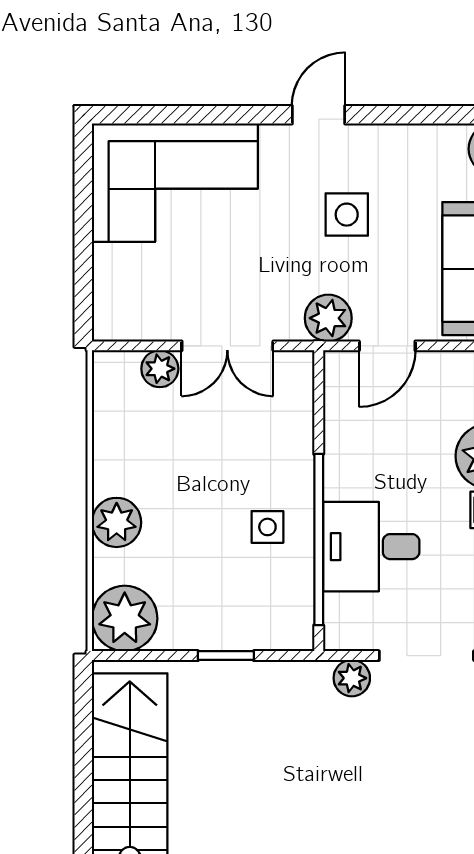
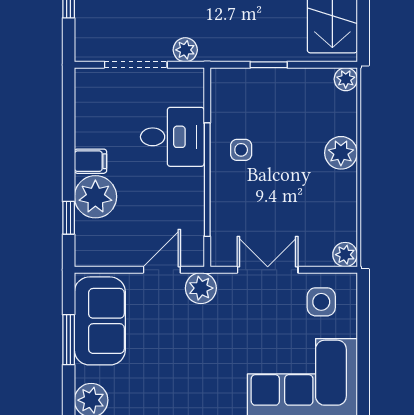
side table: (347, 215) -> (321, 302), moved
plant: (160, 369) -> (345, 255), moved
window: (319, 540) -> (207, 180), moved
plant: (125, 618) -> (346, 79), width x0.53, depth x0.53

